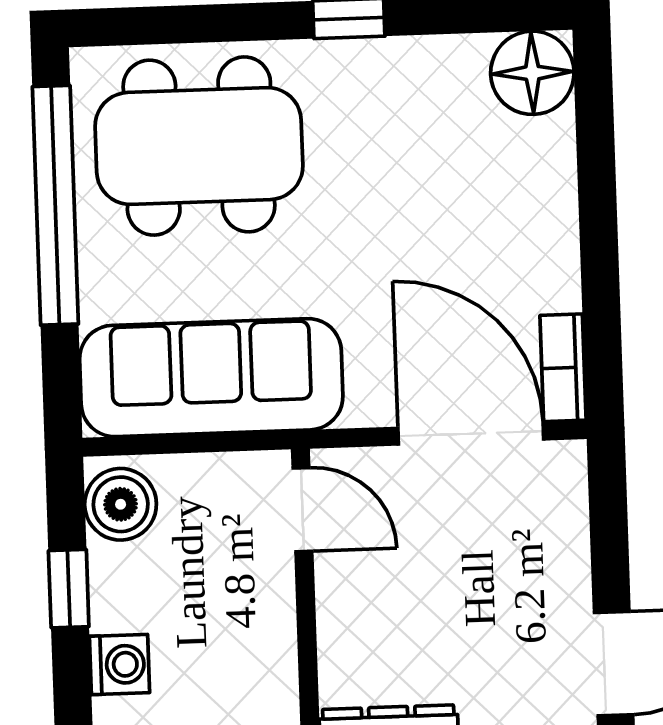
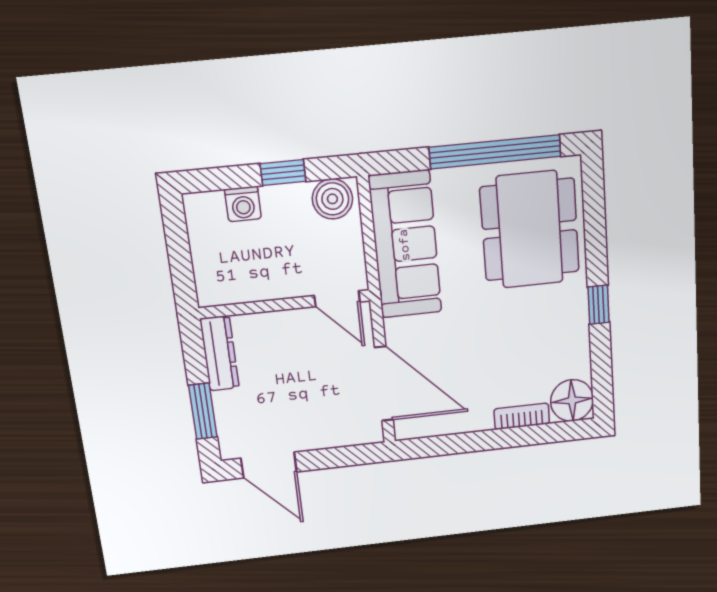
bookcase: (563, 368) -> (522, 416), moved
door: (471, 434) -> (384, 384), hinge flipped
door: (302, 510) -> (337, 299), hinge flipped

